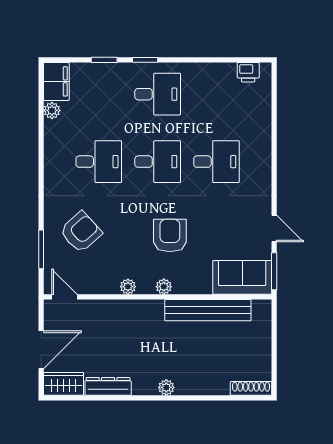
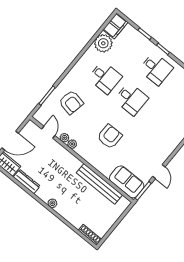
plant: (52, 110) -> (103, 43), width x1.88, depth x1.88
desk: (216, 162) -> (158, 121), removed
armchair: (81, 232) -> (71, 102), turned 53
plant: (164, 287) -> (64, 138), moved
door: (64, 297) -> (48, 132), moved

